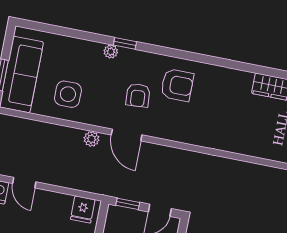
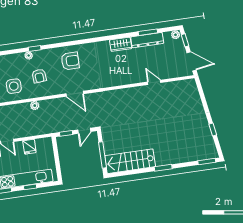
armchair: (138, 95) -> (39, 76), moved
door: (127, 135) -> (75, 94), moved
fridge: (83, 209) -> (29, 147), moved

